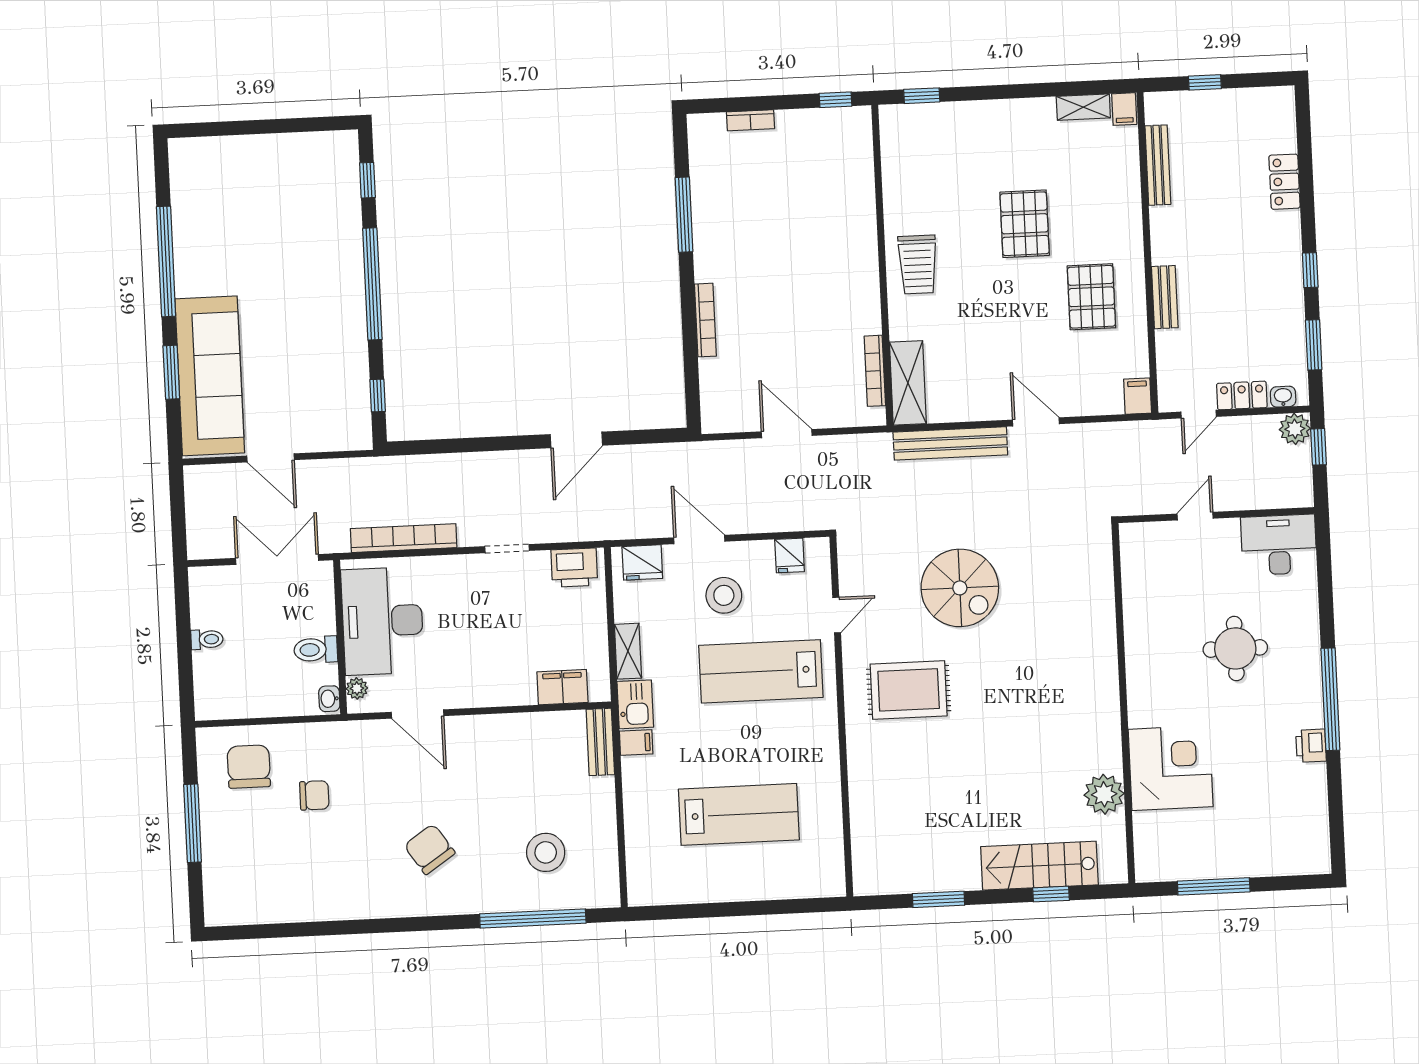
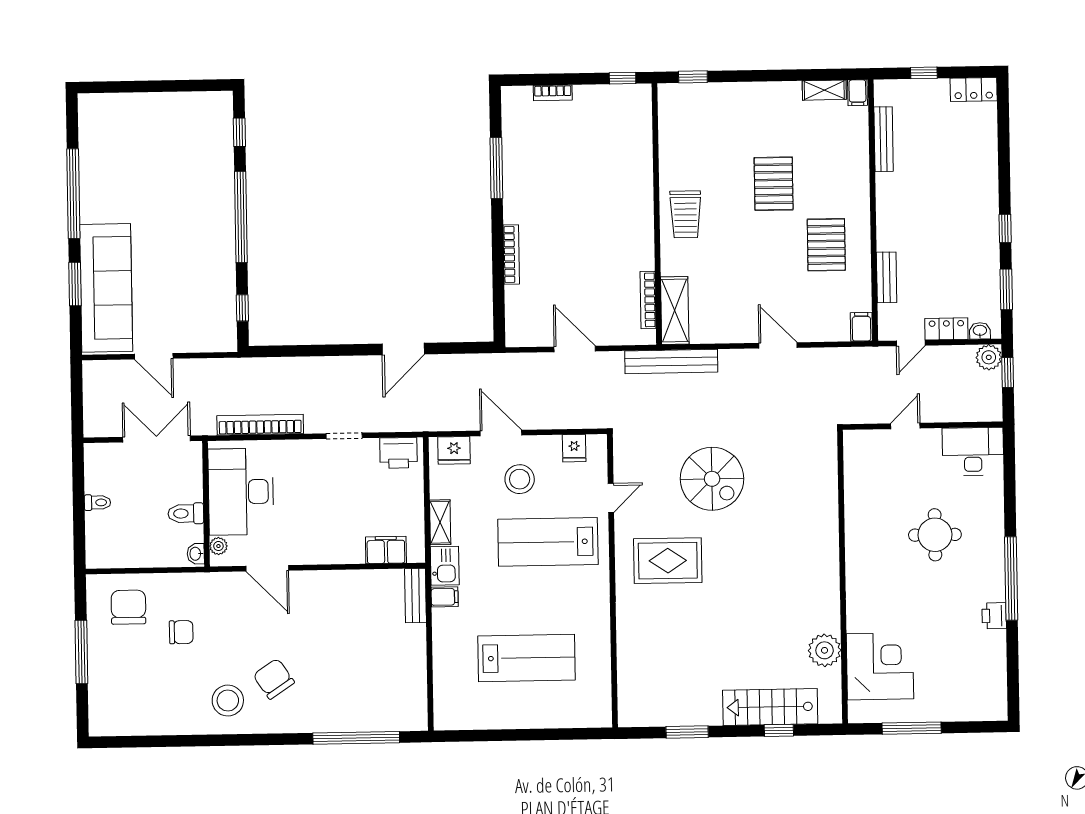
locker: (1285, 182) -> (974, 90), moved, turned -90
bench: (1165, 297) -> (887, 277), moved
bench: (950, 443) -> (671, 361), moved
corner desk: (1171, 768) -> (880, 666), moved
stool: (546, 852) -> (228, 701), moved

